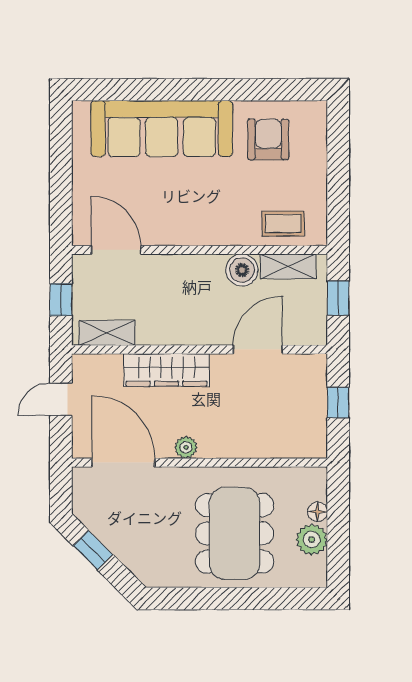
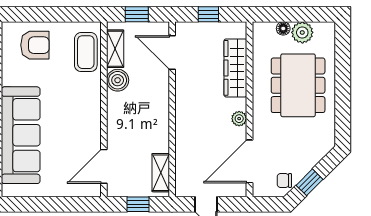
armchair: (268, 139) -> (35, 45), moved, turned 180
coffee table: (283, 224) -> (86, 52), width x1.36, depth x1.30
door: (258, 349) -> (172, 53), moved
wardrobe: (166, 370) -> (235, 68), moved, turned 180
chair: (96, 513) -> (284, 181), added
dining table: (235, 533) -> (298, 85), turned 90

